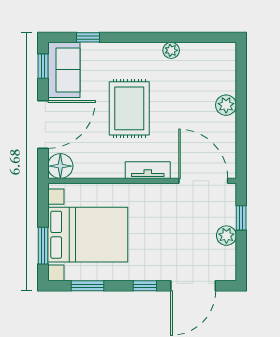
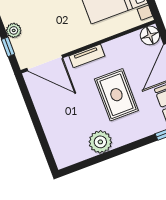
plant: (171, 50) -> (100, 142), width x1.87, depth x1.87
plant: (226, 105) -> (49, 123), removed

